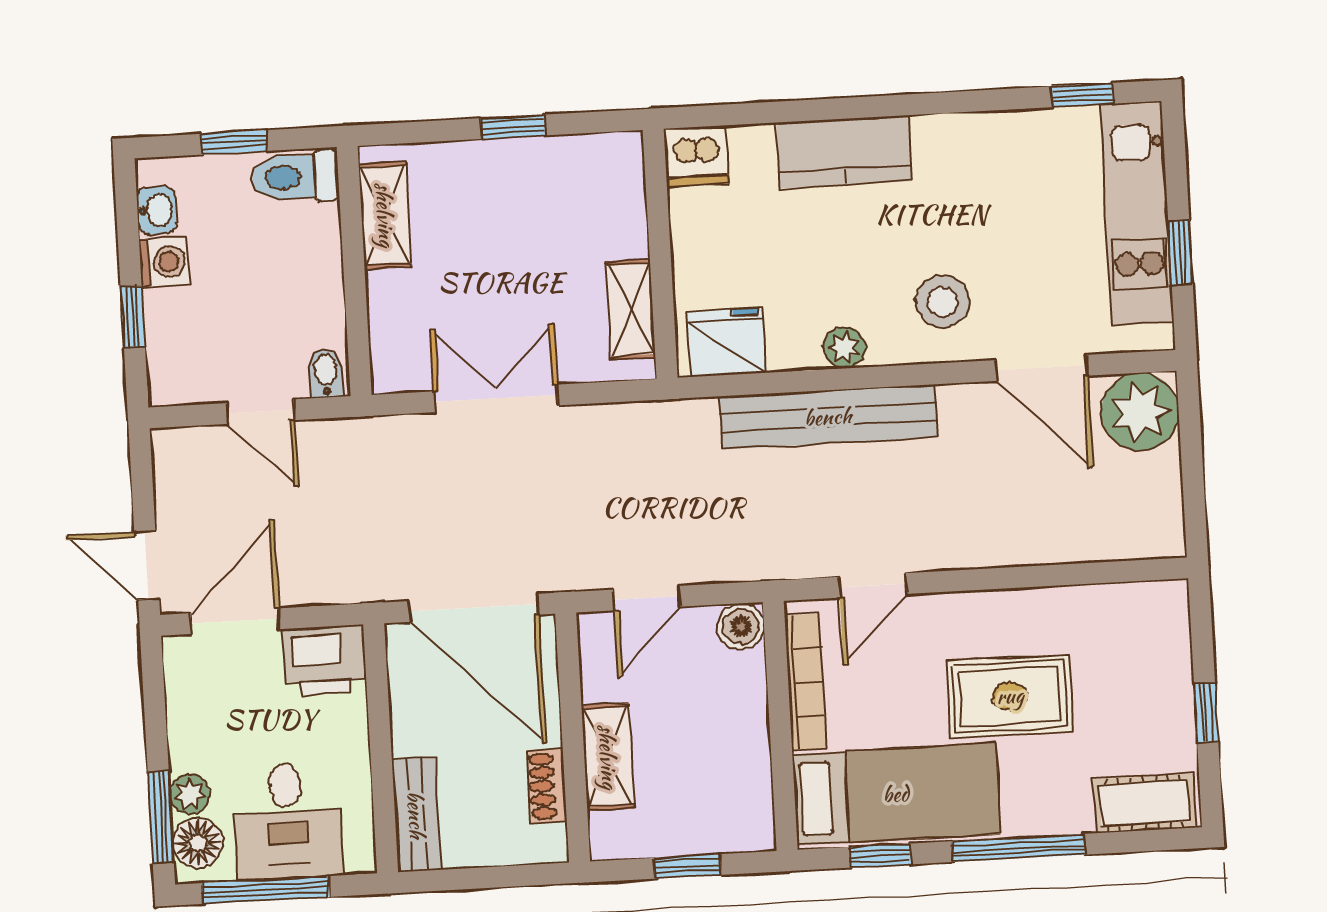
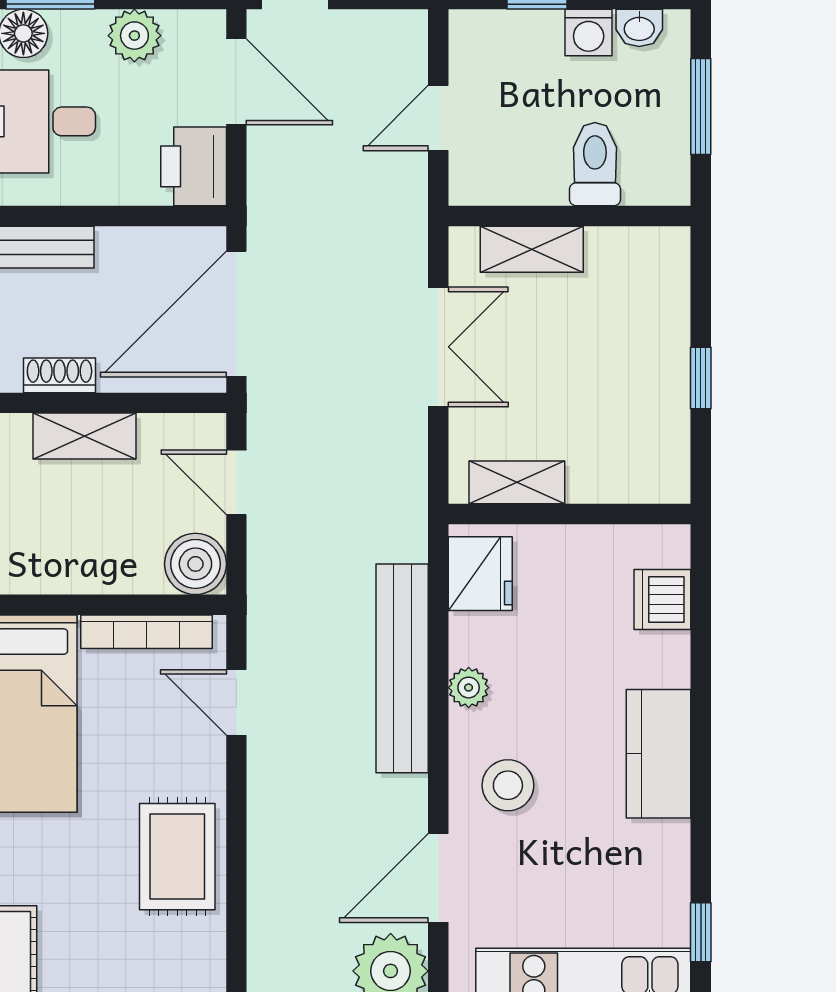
window: (234, 142) -> (701, 107), width x1.50
kitchen counter: (844, 152) -> (659, 754), moved
dishwasher: (696, 156) -> (662, 599), moved
toilet: (295, 177) -> (595, 164), moved
shelving: (385, 215) -> (532, 249), moved
bidet: (326, 373) -> (472, 183), removed
boiler: (741, 627) -> (195, 564), width x1.36, depth x1.36
rug: (1010, 696) -> (177, 857), moved
plant: (190, 794) -> (134, 36), moved, width x1.38, depth x1.38

